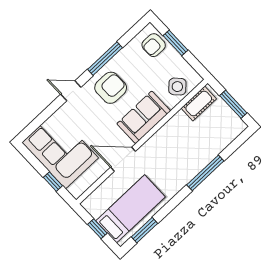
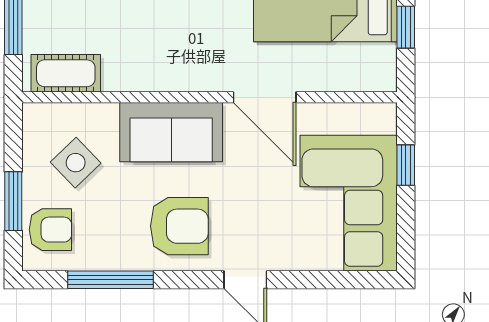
window: (105, 59) -> (110, 280), moved
side table: (177, 87) -> (76, 163), moved
armchair: (111, 88) -> (179, 226), turned 180

